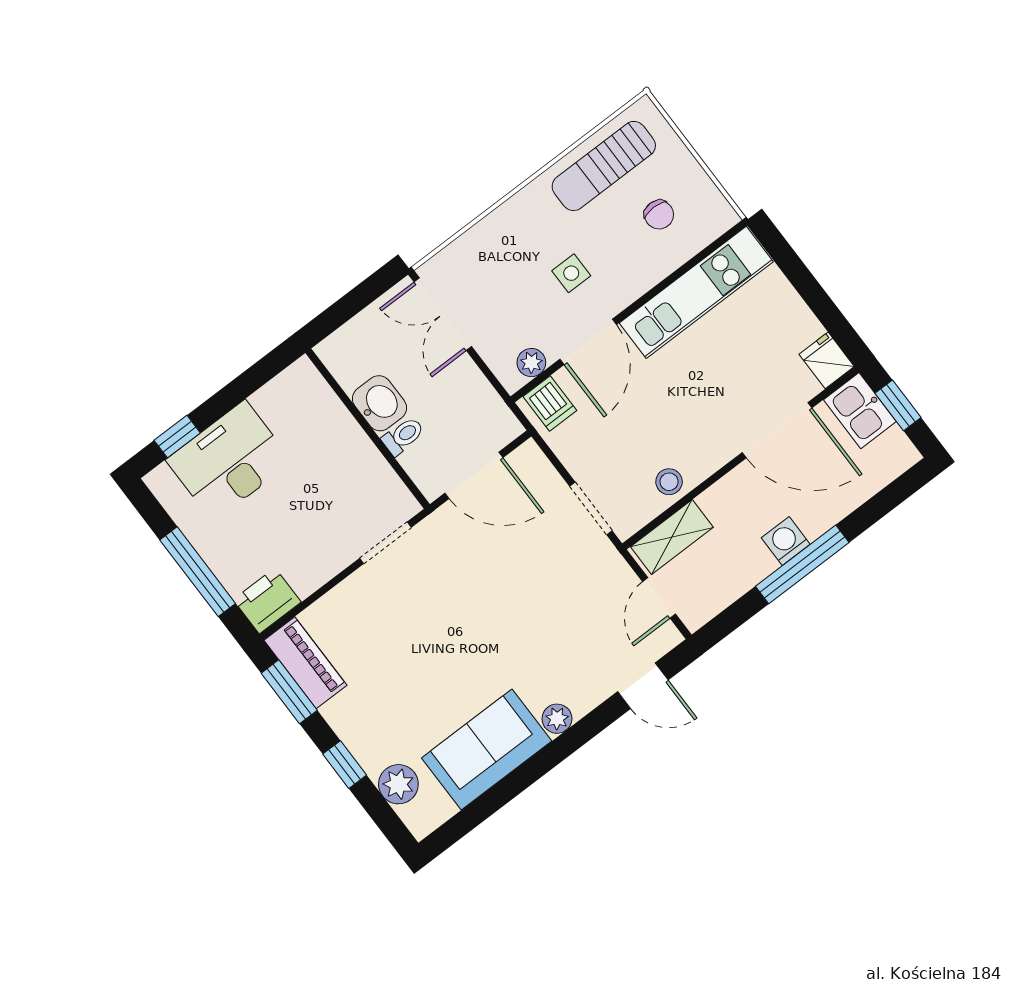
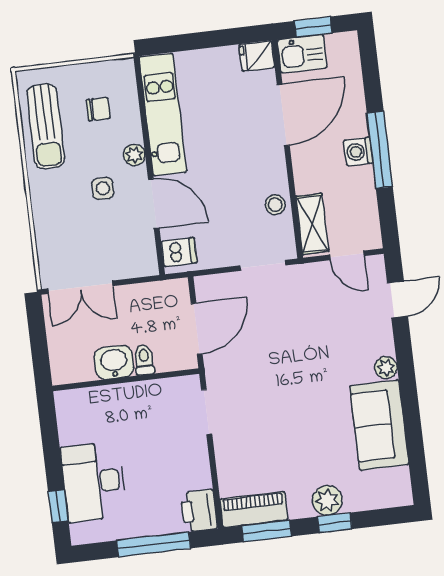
plant: (531, 363) -> (134, 155), moved
plant: (398, 784) -> (327, 500), moved

